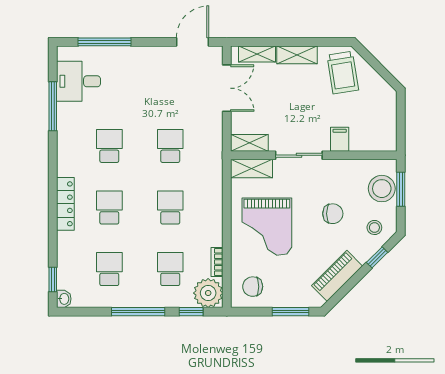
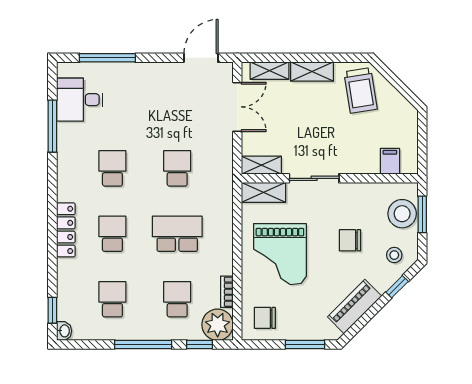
filing cabinet: (340, 139) -> (390, 161), moved
school desk: (170, 208) -> (177, 234), width x1.85
chair: (333, 214) -> (350, 240), turned 180

